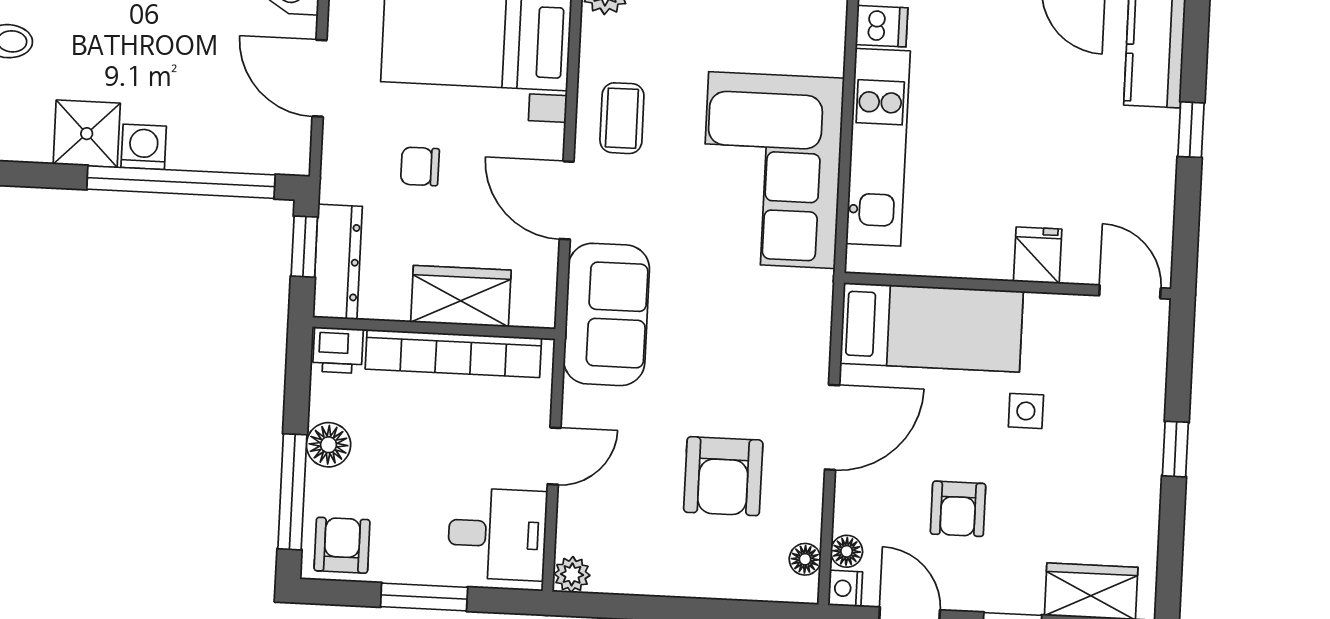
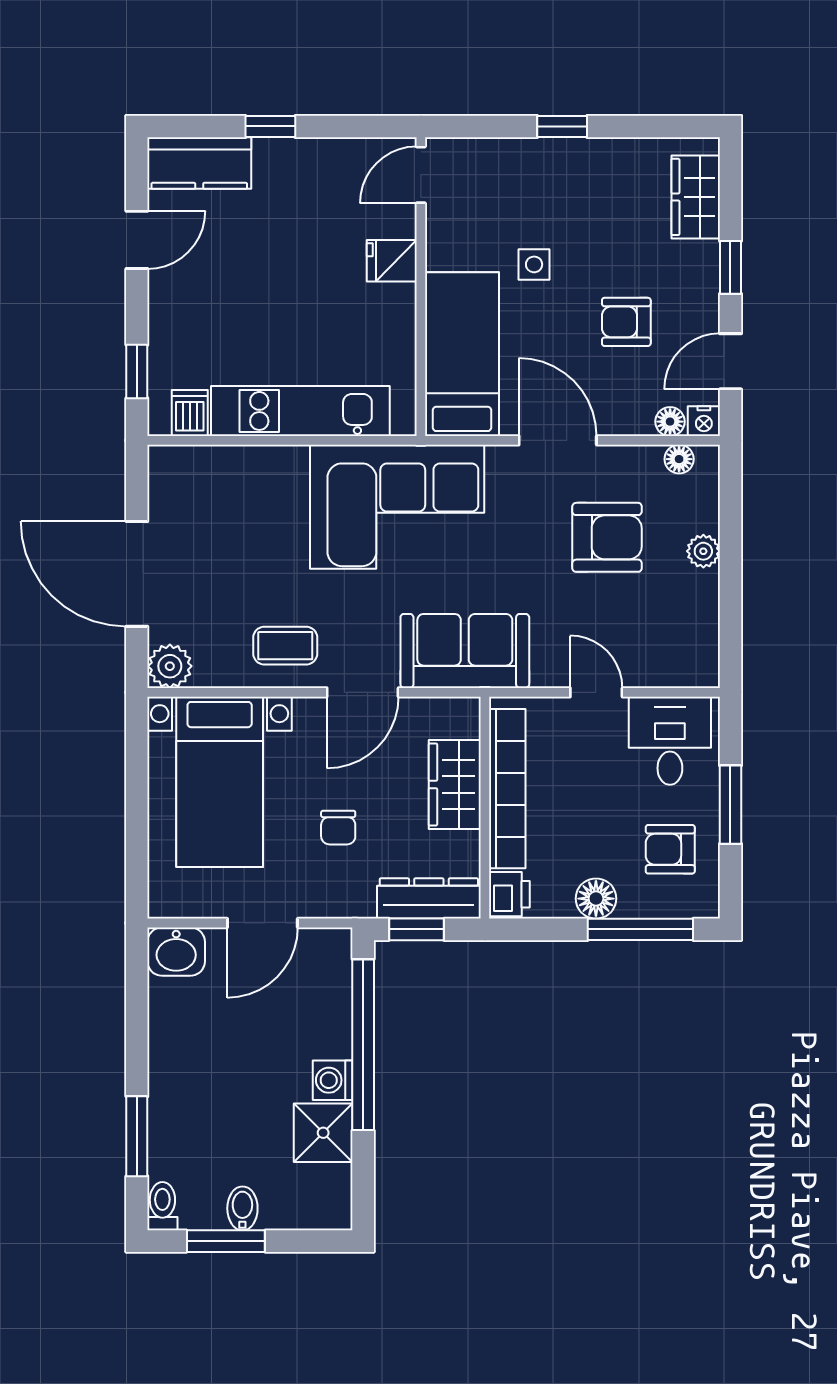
corner sofa: (772, 170) -> (397, 507), moved
armchair: (958, 509) -> (626, 322), turned 180
armchair: (342, 545) -> (670, 849), moved
plant: (572, 574) -> (703, 551), moved

